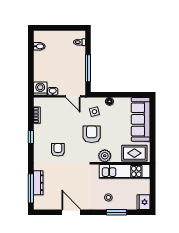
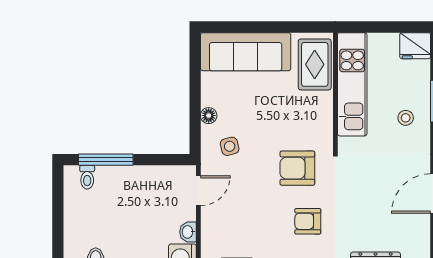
window: (88, 68) -> (106, 160), moved
armchair: (92, 134) -> (297, 168), moved
plant: (105, 156) -> (320, 125), removed

